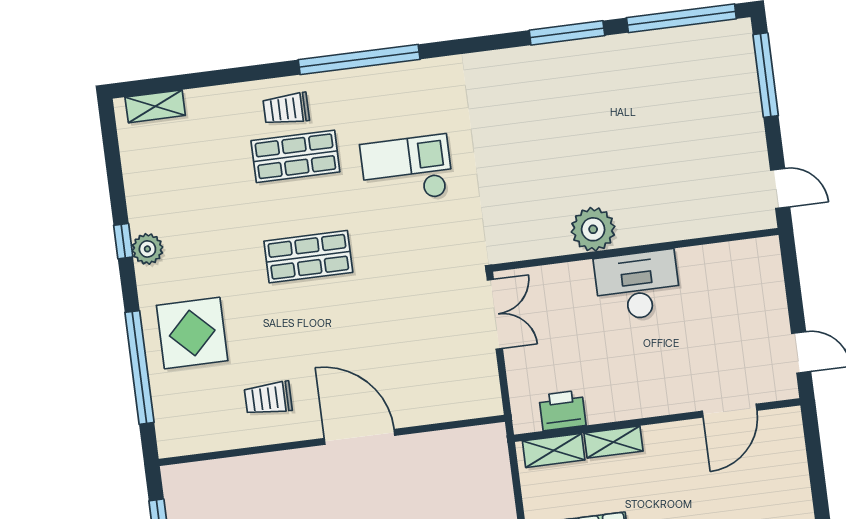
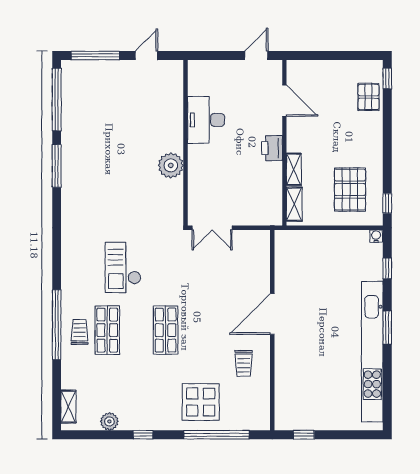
window: (359, 60) -> (57, 325), moved
trolley: (286, 109) -> (80, 332), turned 180
door: (780, 189) -> (146, 56), moved
plant: (147, 249) -> (109, 421), moved
desk: (637, 285) -> (206, 120), moved
double door: (495, 314) -> (212, 228), swing flipped
printer: (562, 410) -> (272, 148), moved

